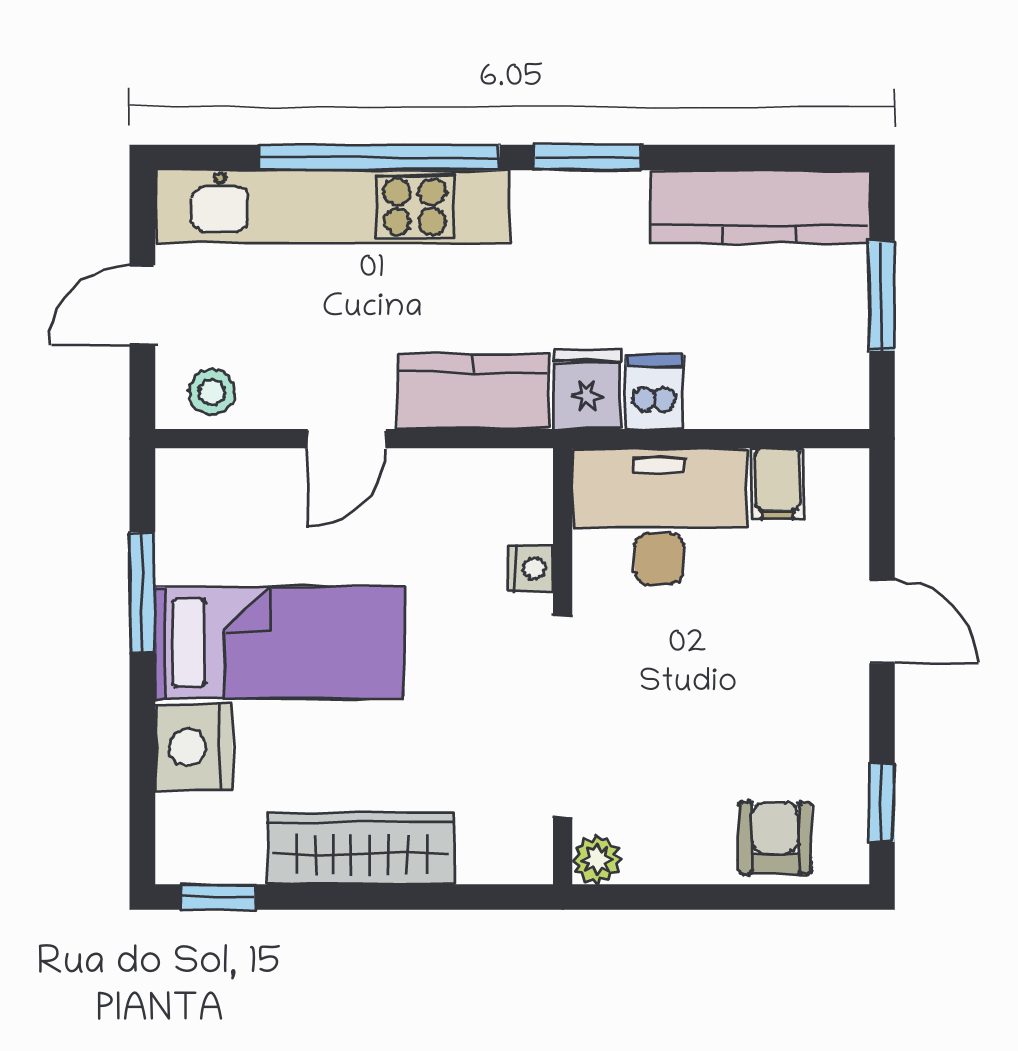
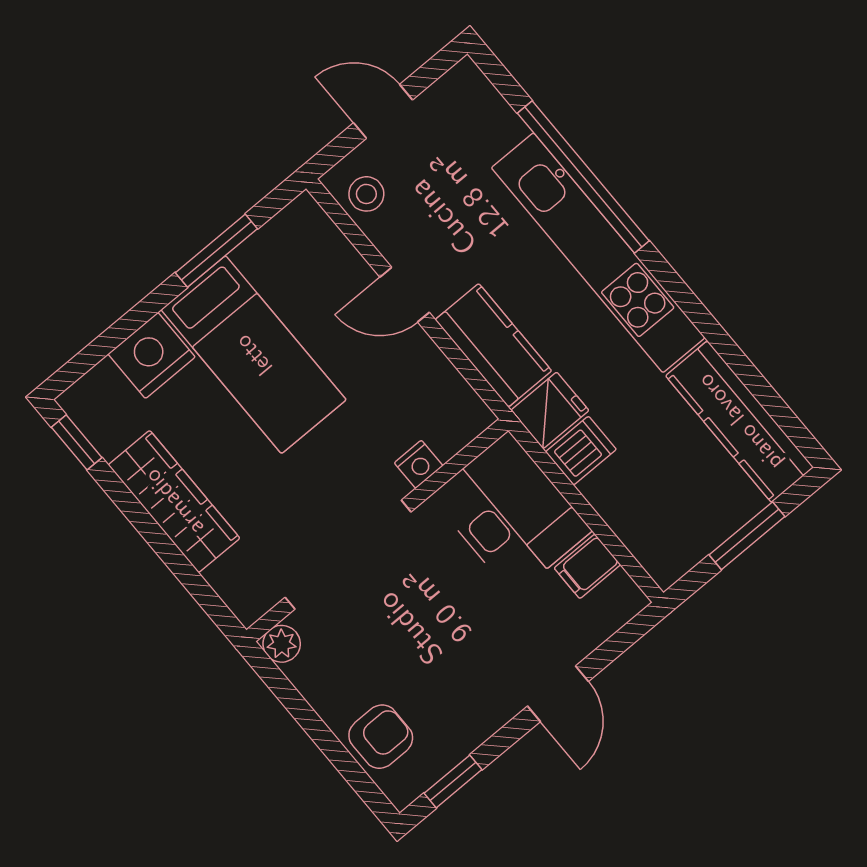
window: (587, 157) -> (684, 298), removed
kitchen unit: (333, 207) -> (598, 253), moved

